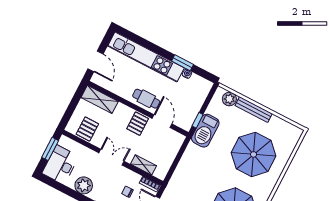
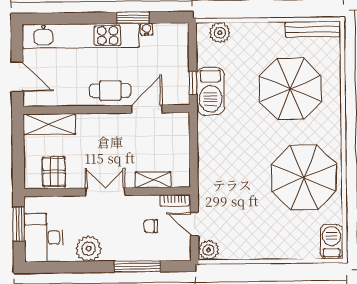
bench: (254, 110) -> (313, 29), moved
door: (162, 121) -> (147, 109), hinge flipped
pallet: (138, 124) -> (116, 129), removed

